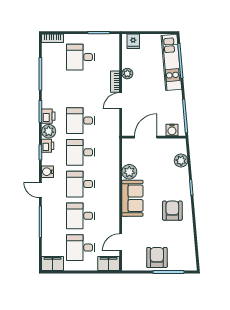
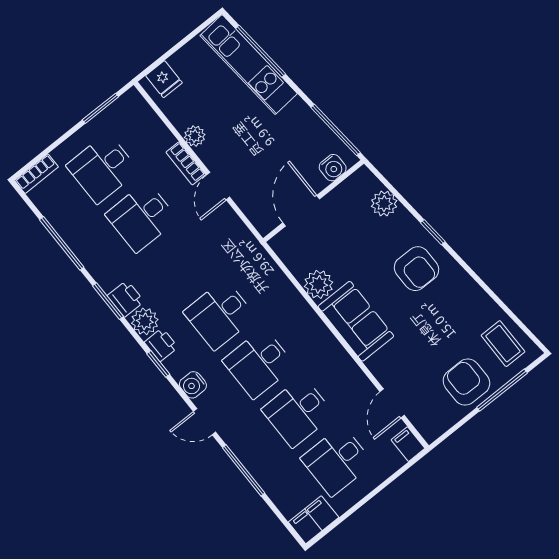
desk: (81, 121) -> (142, 217), moved
armchair: (172, 211) -> (417, 269), moved, turned 180
coffee table: (184, 254) -> (503, 344), added
filing cabinet: (109, 264) -> (408, 444), width x0.50

